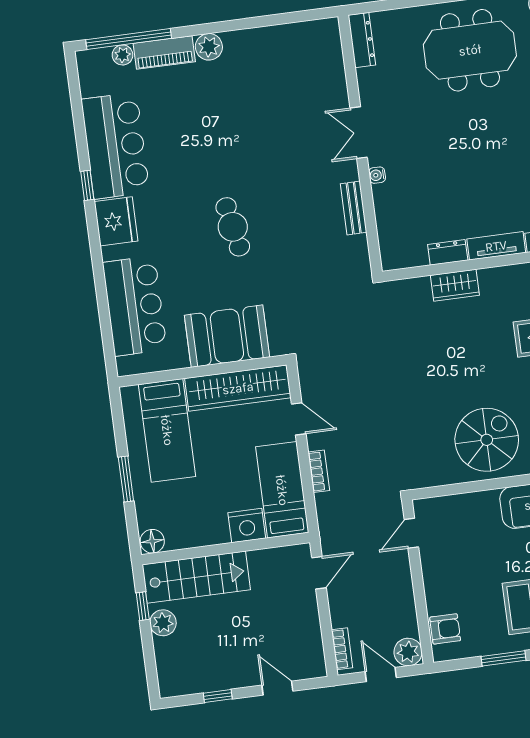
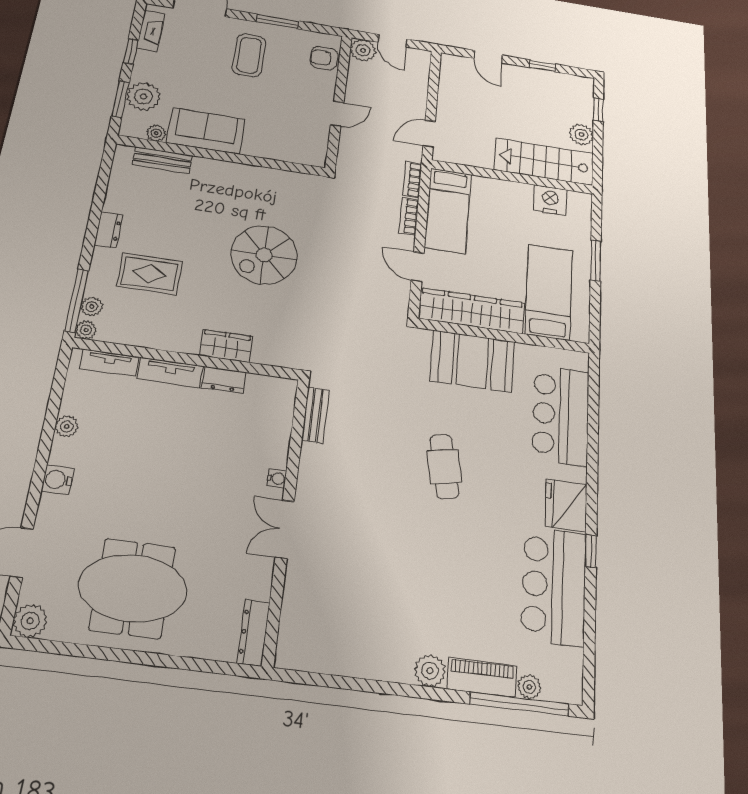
double door: (359, 133) -> (285, 529), swing flipped
bench: (354, 208) -> (315, 415), moved
spiral stairs: (487, 440) -> (264, 255), moved
nightstand: (247, 525) -> (550, 200), moved
door: (411, 533) -> (337, 114), moved
floor lamp: (152, 541) -> (580, 202), removed
window: (143, 606) -> (598, 110), moved
bookcase: (342, 649) -> (412, 180), moved

